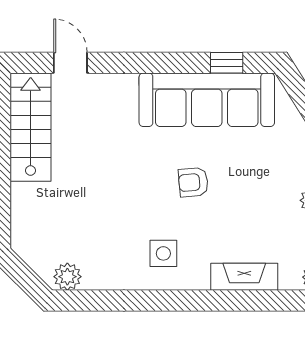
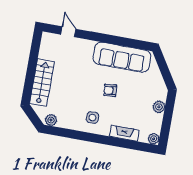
window: (227, 63) -> (133, 43), removed
stairs: (31, 127) -> (42, 83), moved

